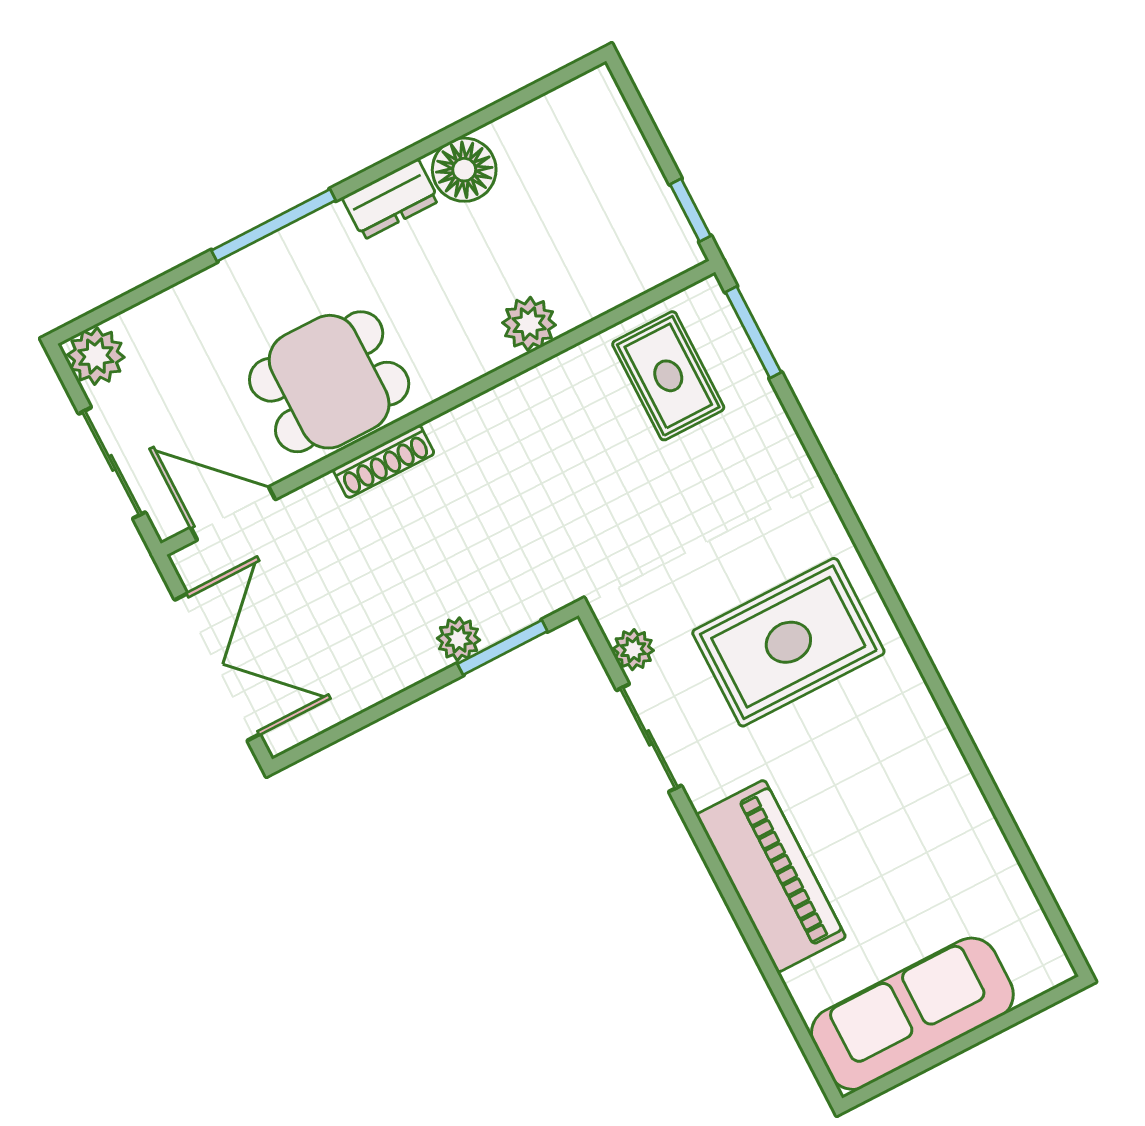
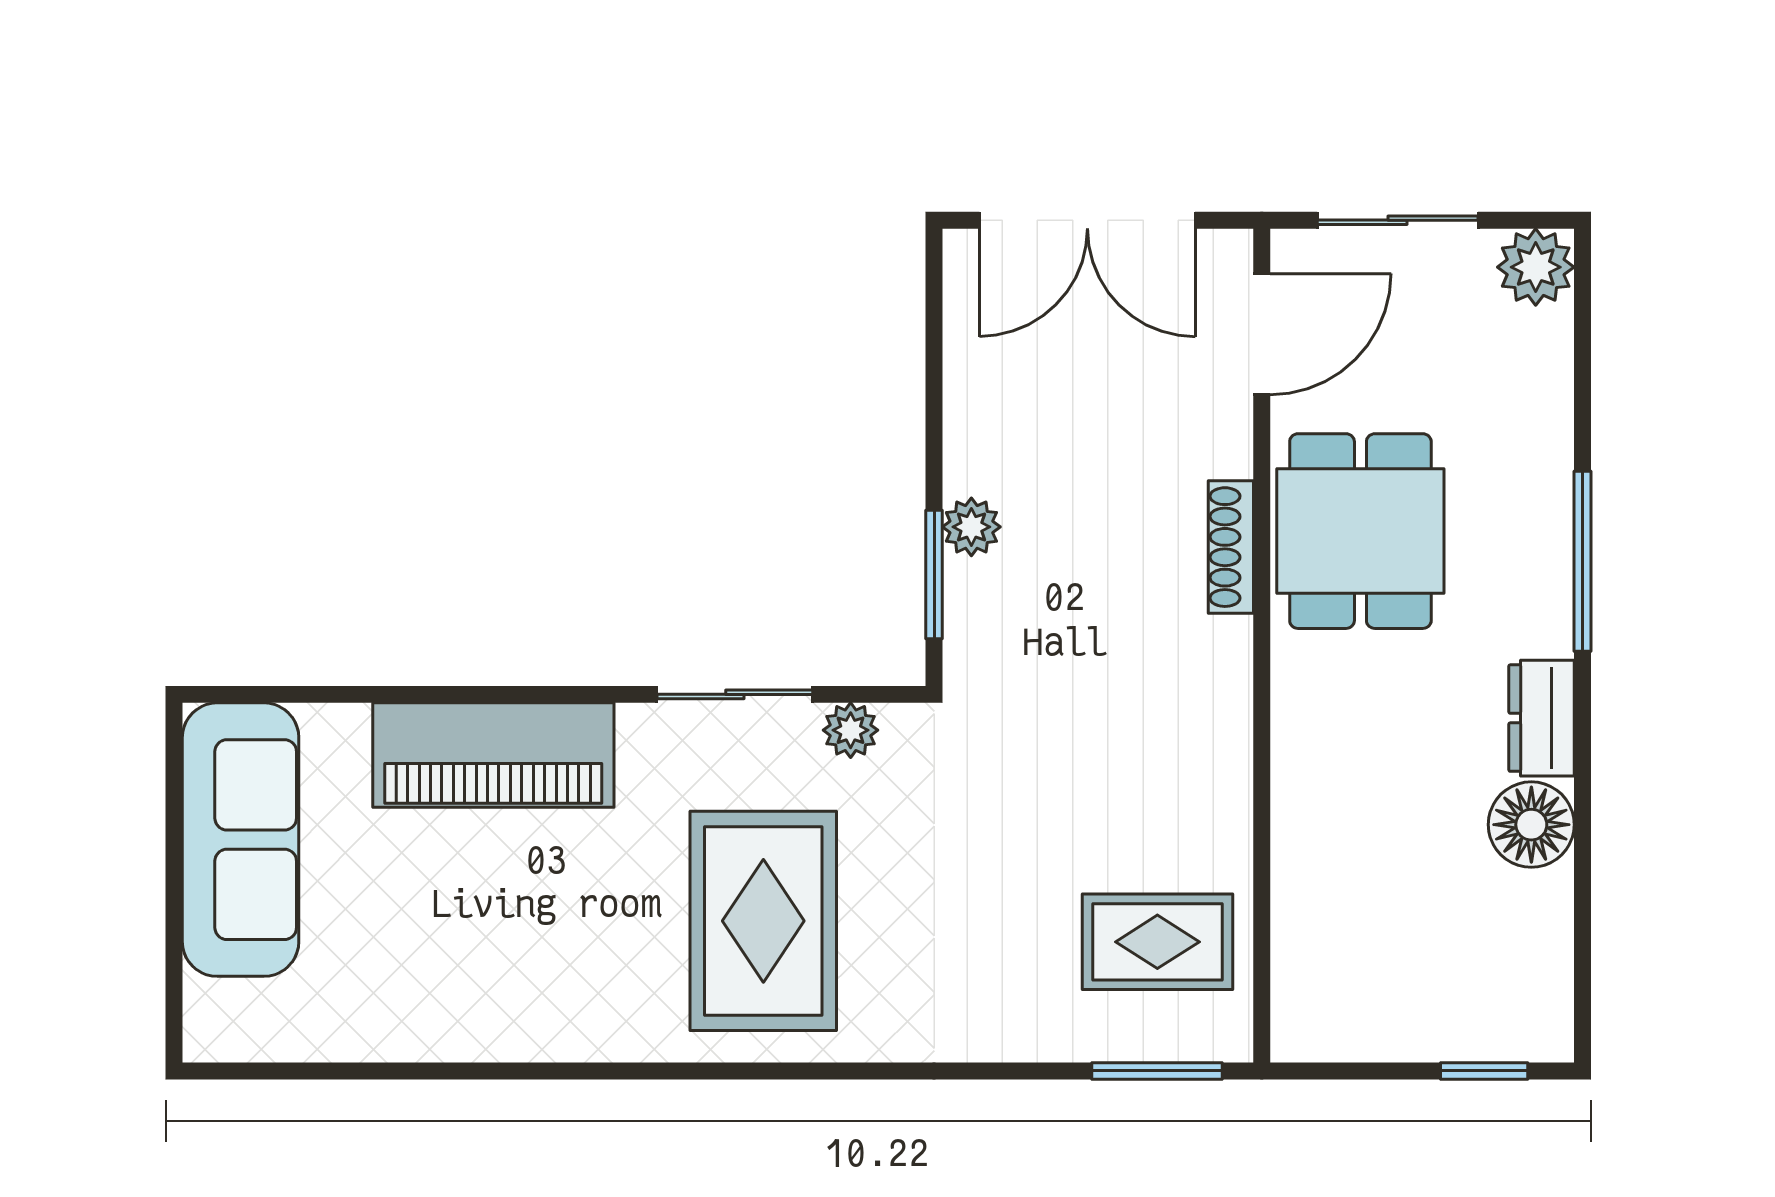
window: (690, 210) -> (1484, 1071), moved
plant: (529, 324) -> (1306, 807), removed

